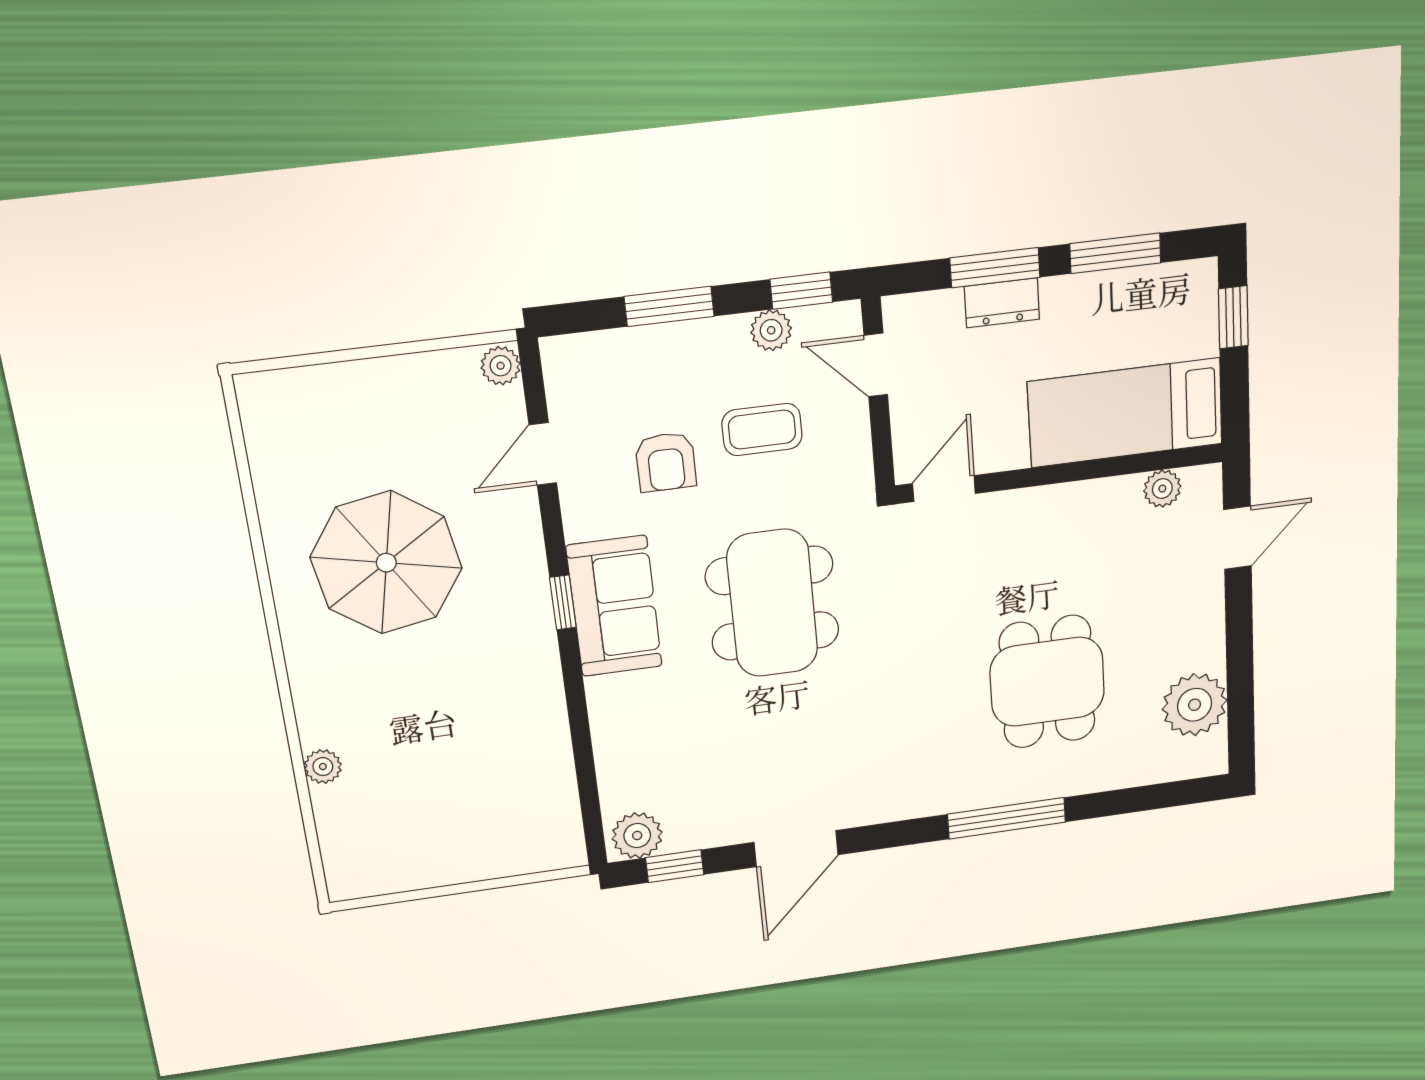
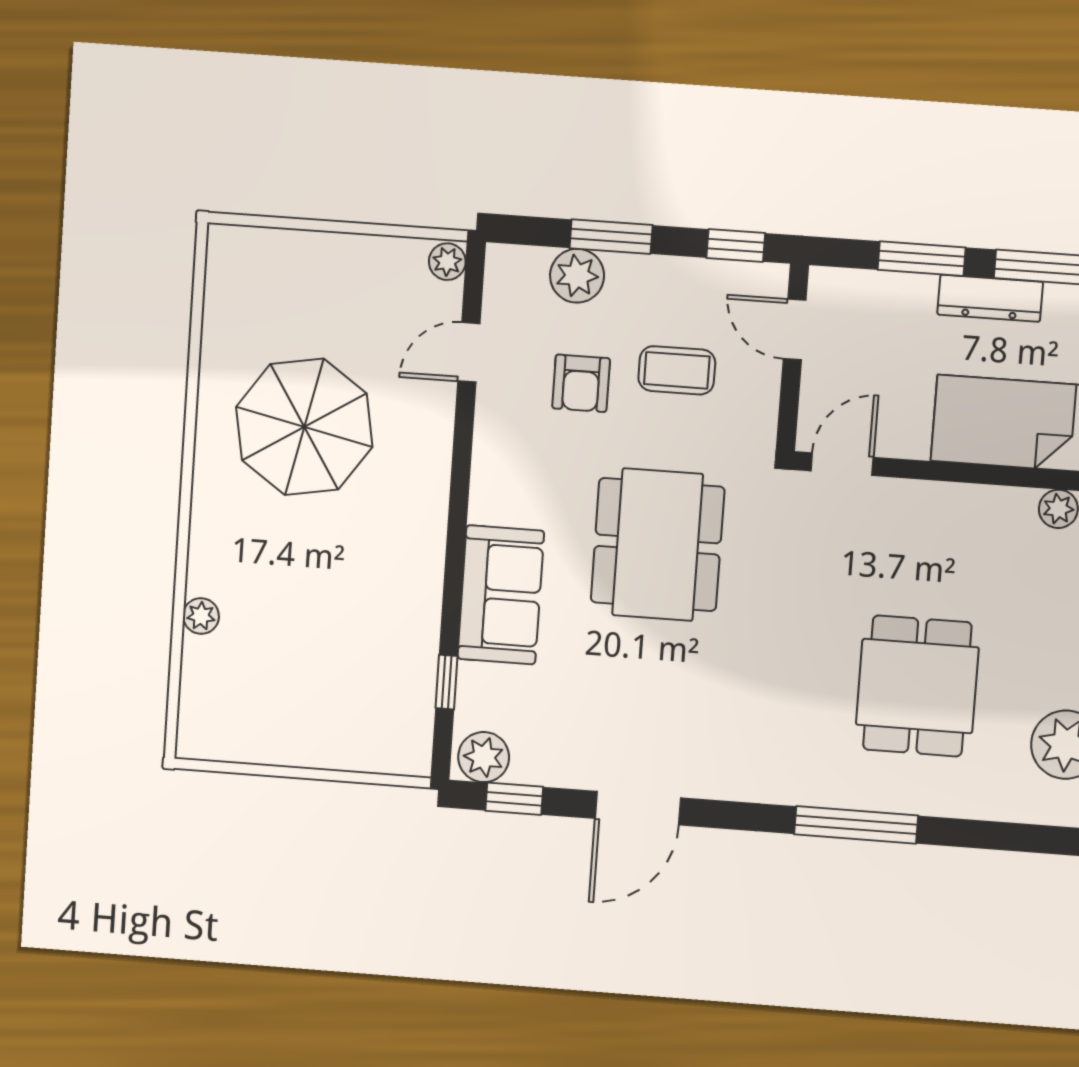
dresser: (1002, 303) -> (990, 298), moved, width x1.44
plant: (771, 330) -> (577, 276), moved, width x1.38, depth x1.38
window: (563, 602) -> (446, 682), moved
sofa: (614, 606) -> (501, 595), moved

